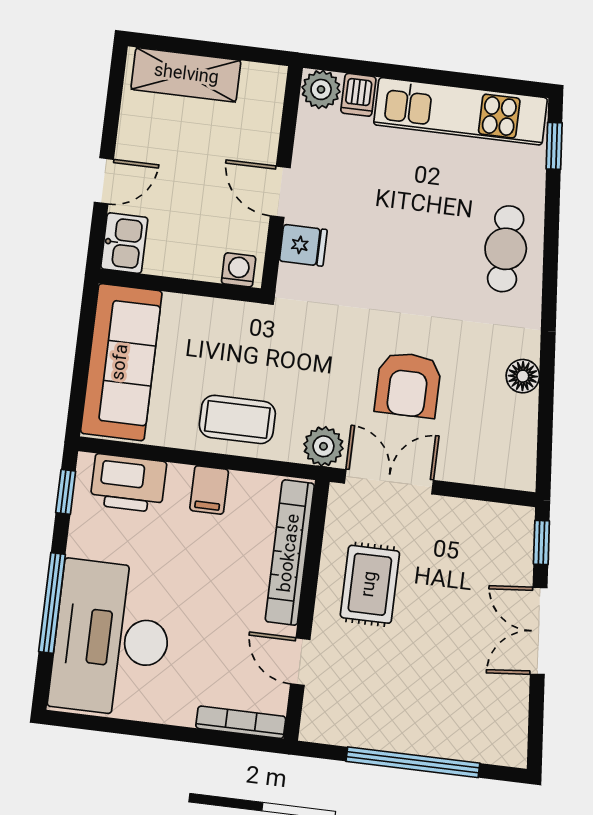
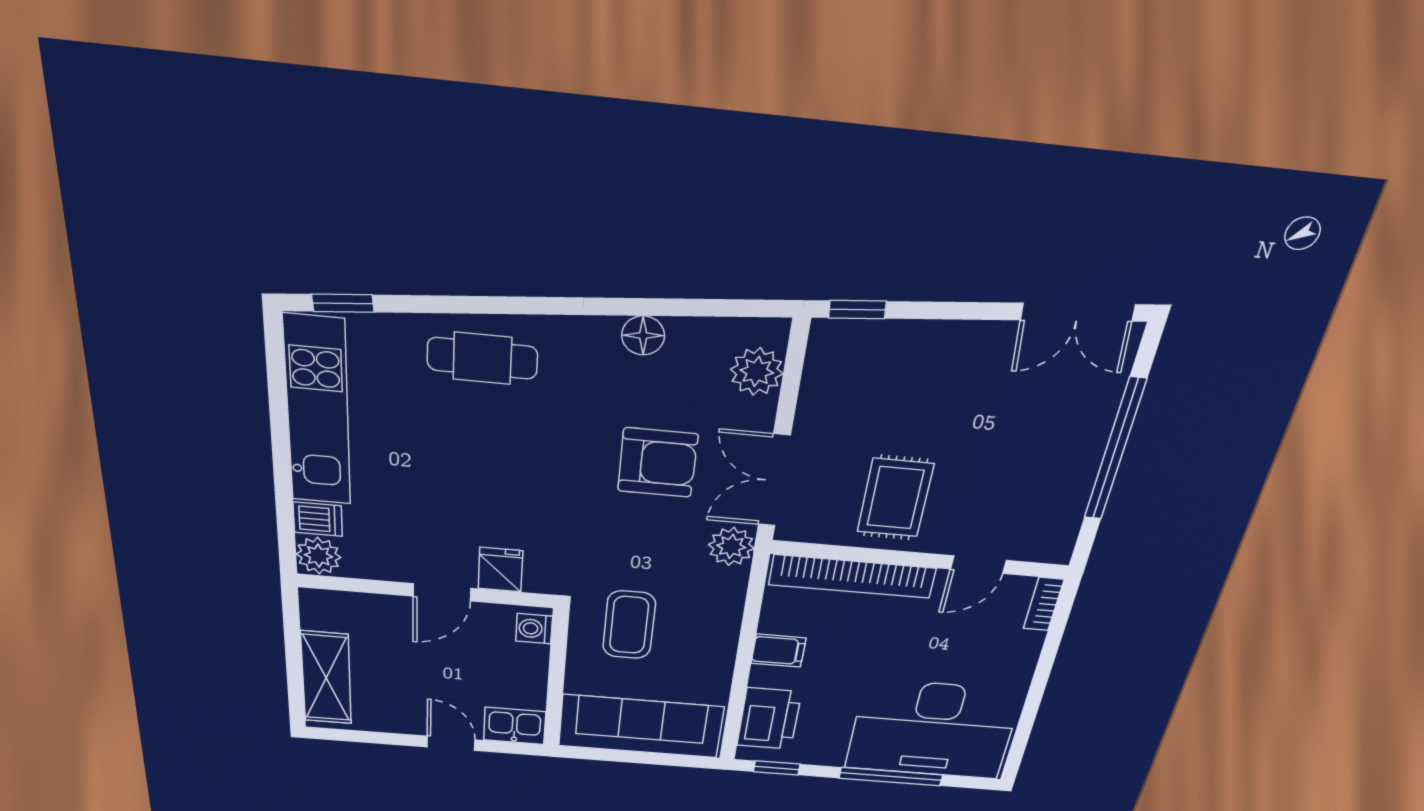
coffee table: (237, 419) -> (629, 625), moved
plant: (490, 465) -> (757, 372), added
rug: (370, 584) -> (895, 498), turned 90
double door: (539, 631) -> (1078, 312), moved
bookcase: (241, 722) -> (1044, 604), width x0.64

